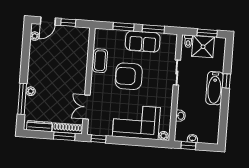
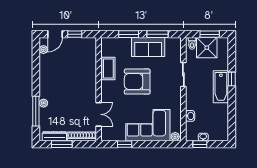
double door: (87, 107) -> (99, 114), swing flipped
window: (64, 136) -> (62, 144), moved
window: (99, 139) -> (125, 144), moved

